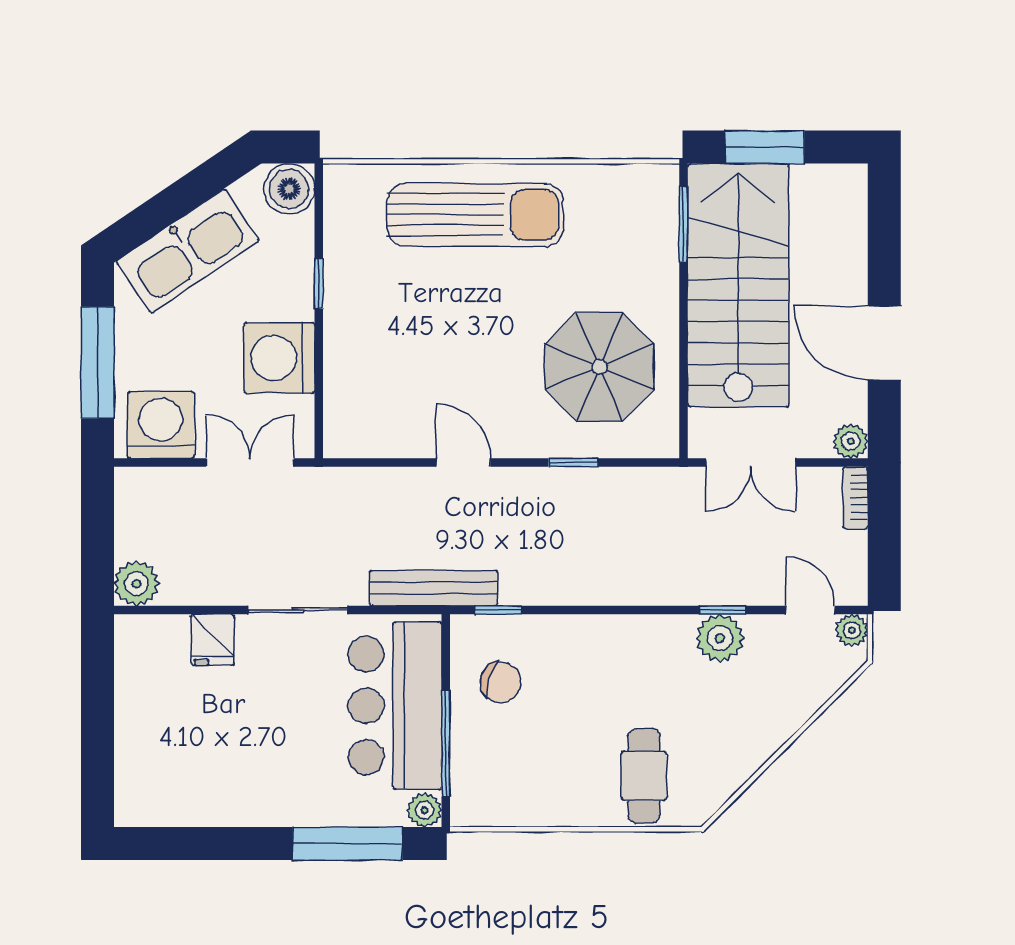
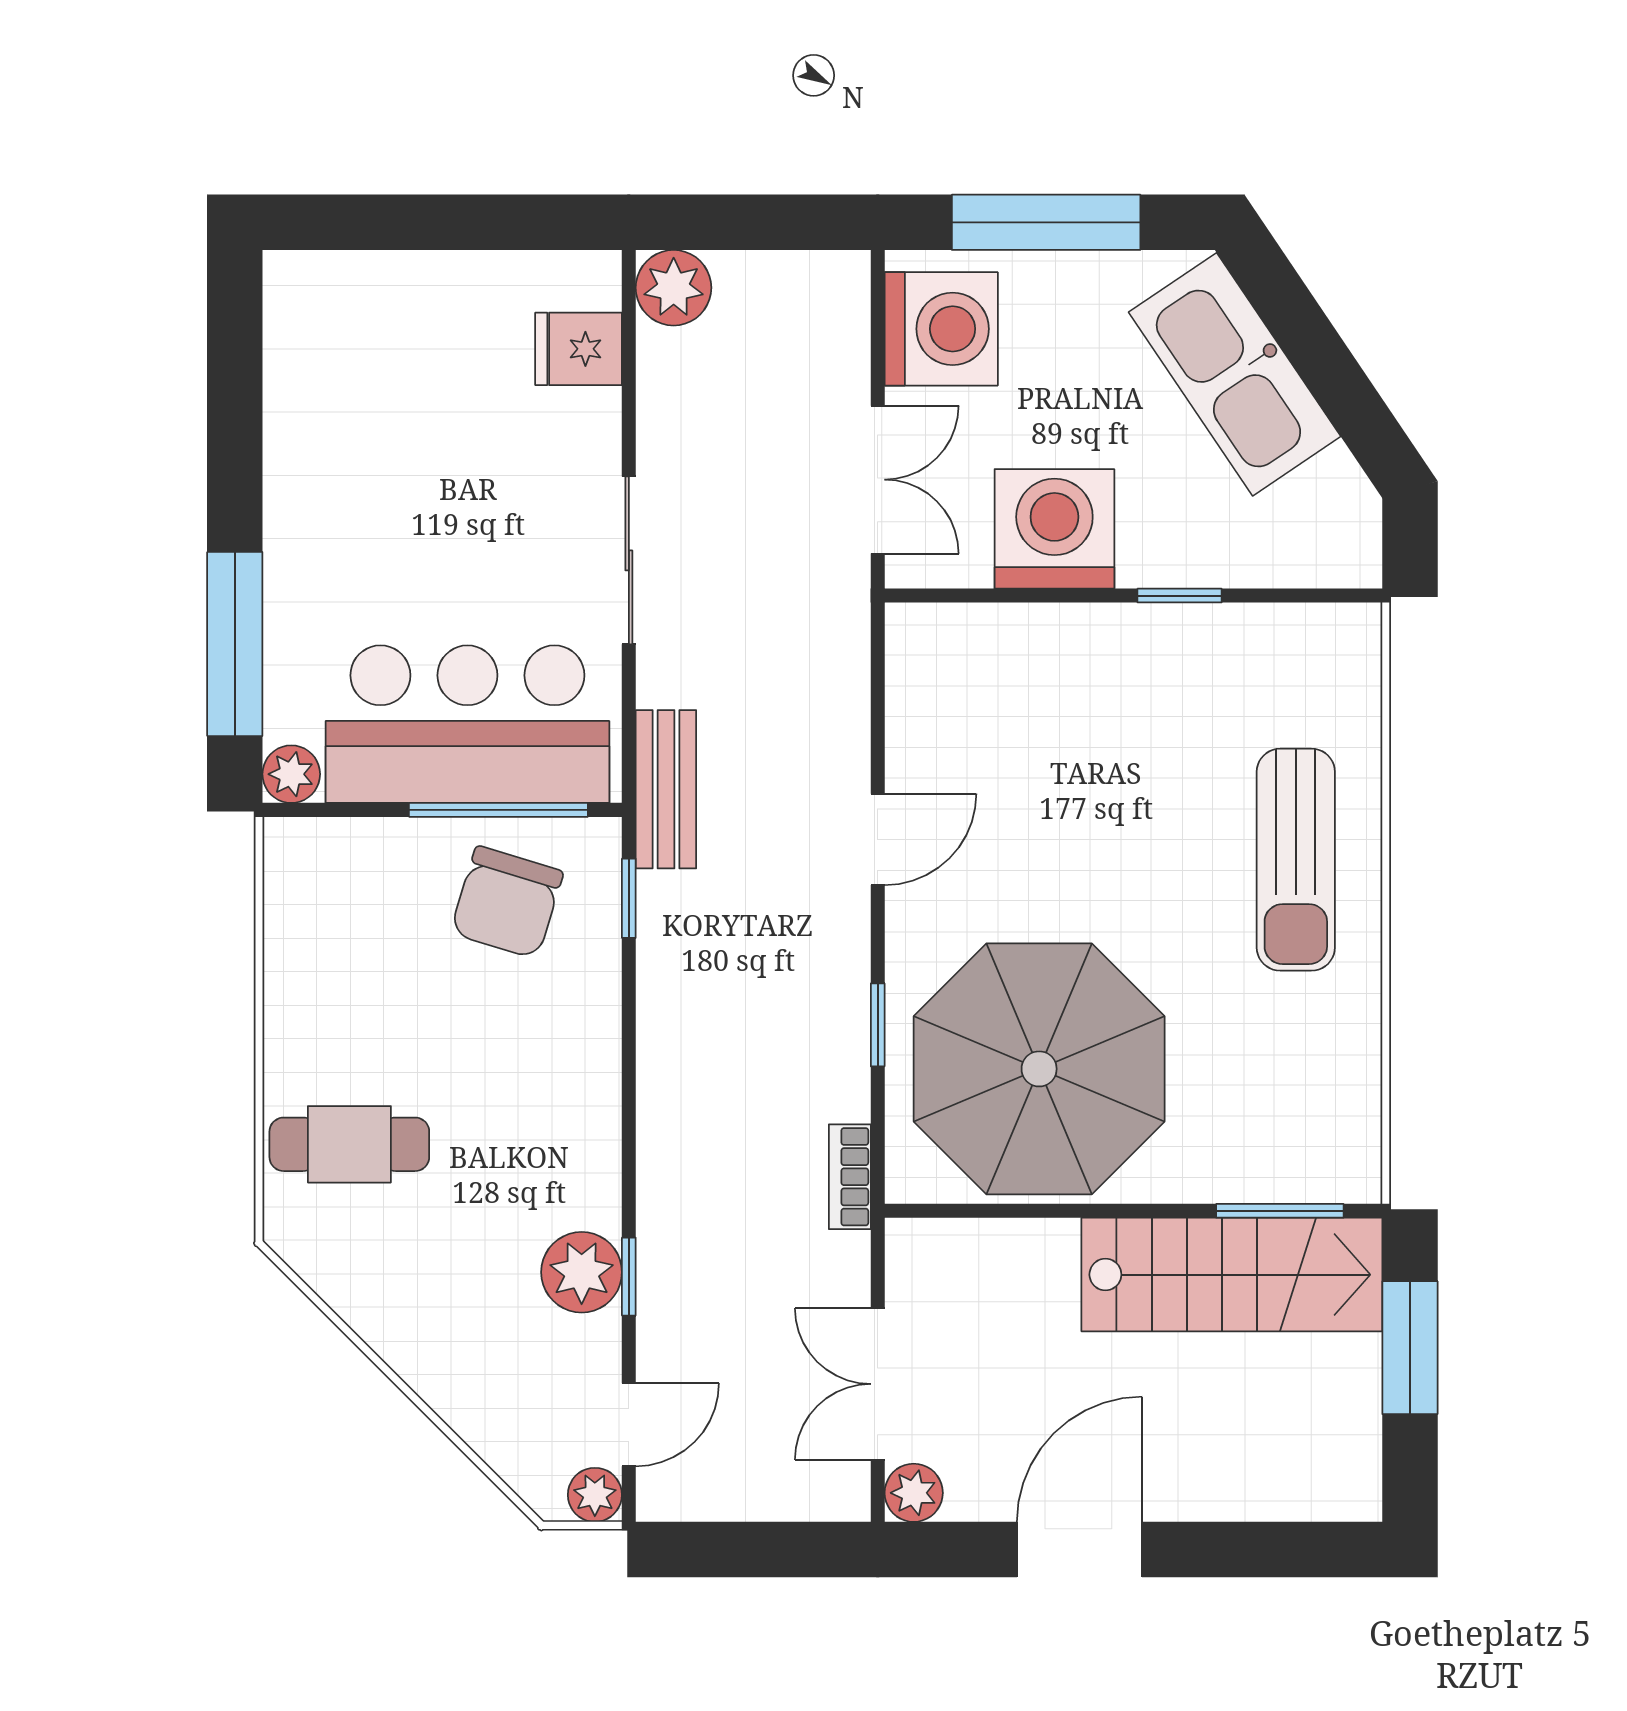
boiler: (289, 189) -> (1340, 546), removed
sun lounger: (475, 215) -> (1296, 860), width x0.73, depth x0.75
stairs: (738, 285) -> (1232, 1275), width x0.73, depth x0.66
parasol: (599, 367) -> (1039, 1069), width x1.36, depth x1.36
double door: (751, 463) -> (878, 1384), moved
bookcase: (855, 498) -> (850, 1177), moved, turned -90
bench: (434, 588) -> (666, 789), width x0.73
fridge: (213, 640) -> (579, 349), moved
chair: (501, 682) -> (507, 902), width x1.37, depth x1.37
window: (446, 744) -> (498, 810), moved

